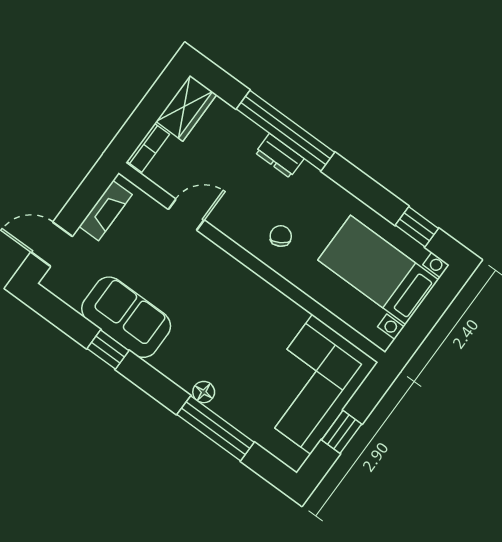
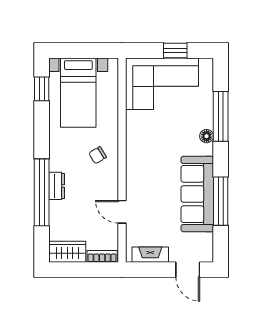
sofa: (126, 317) -> (197, 194), width x1.36
window: (108, 350) -> (221, 201), width x2.17

